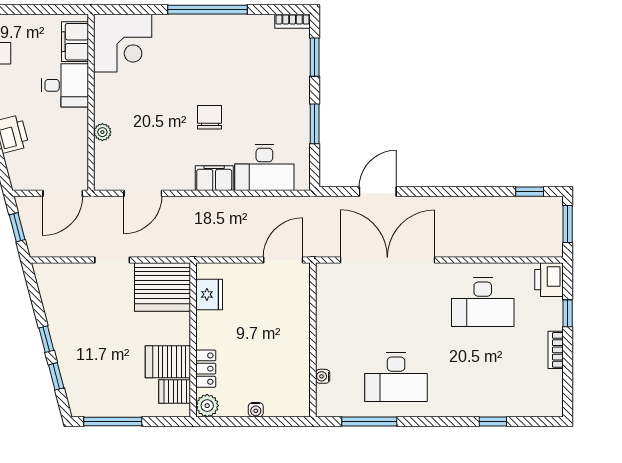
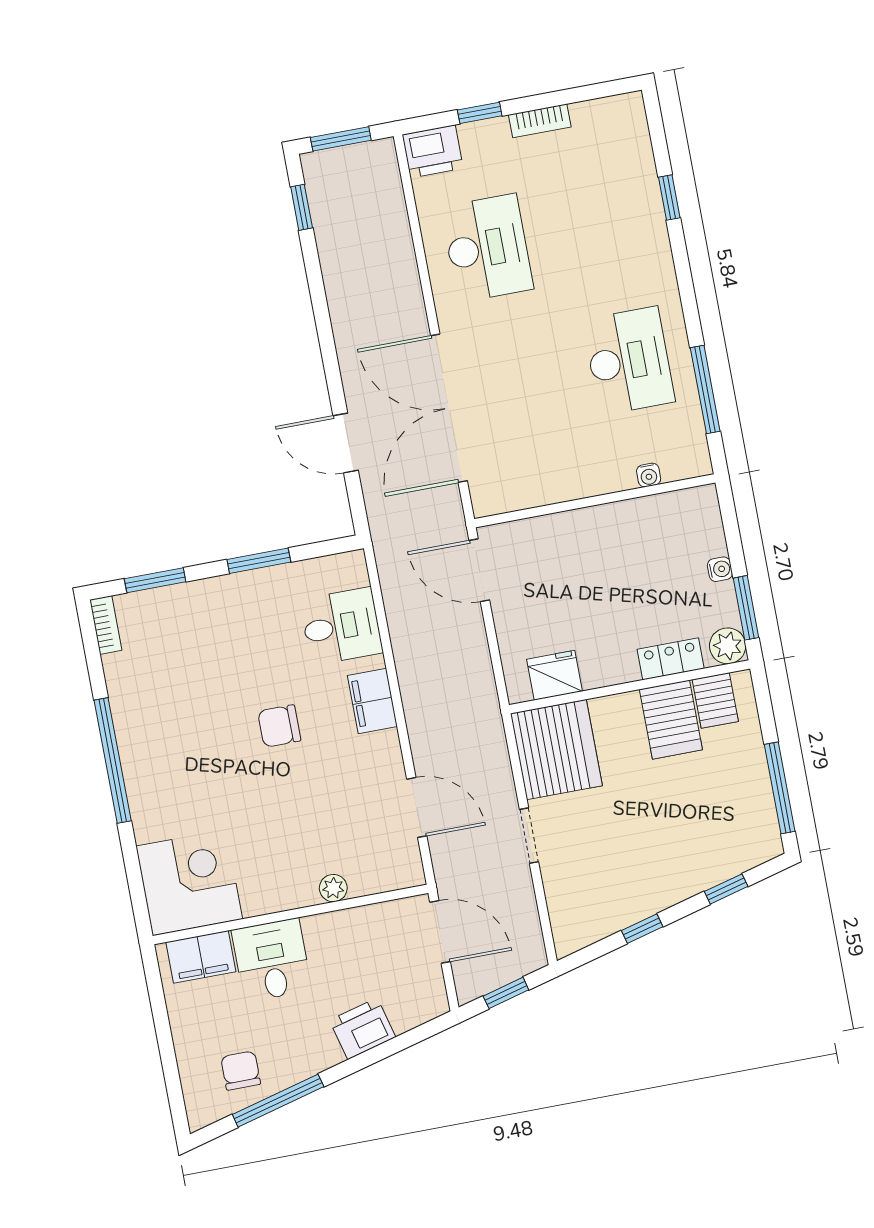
desk: (264, 168) -> (341, 626), width x0.73
window: (46, 339) -> (642, 929), moved
window: (229, 421) -> (746, 608), added

